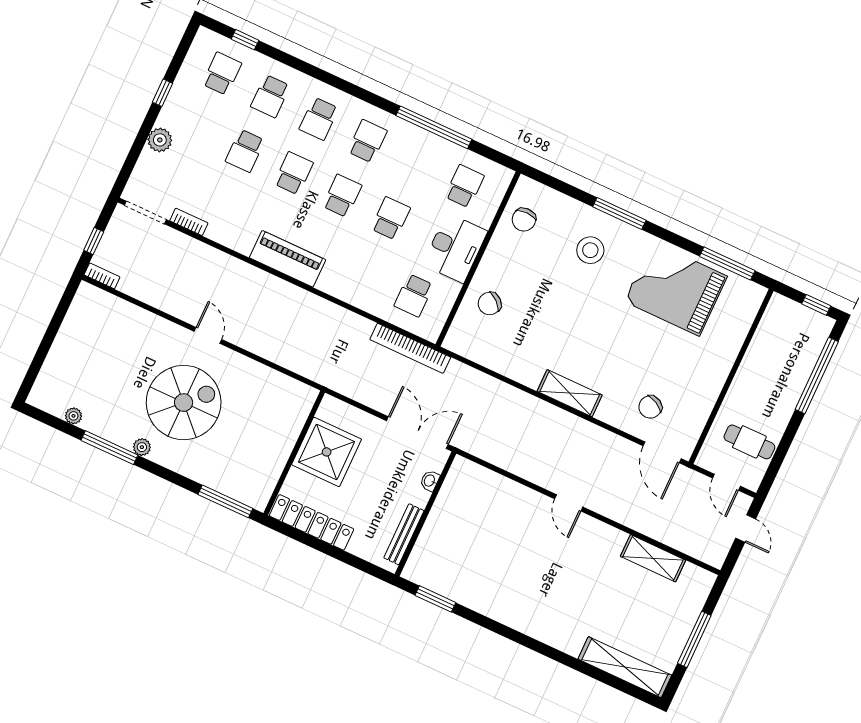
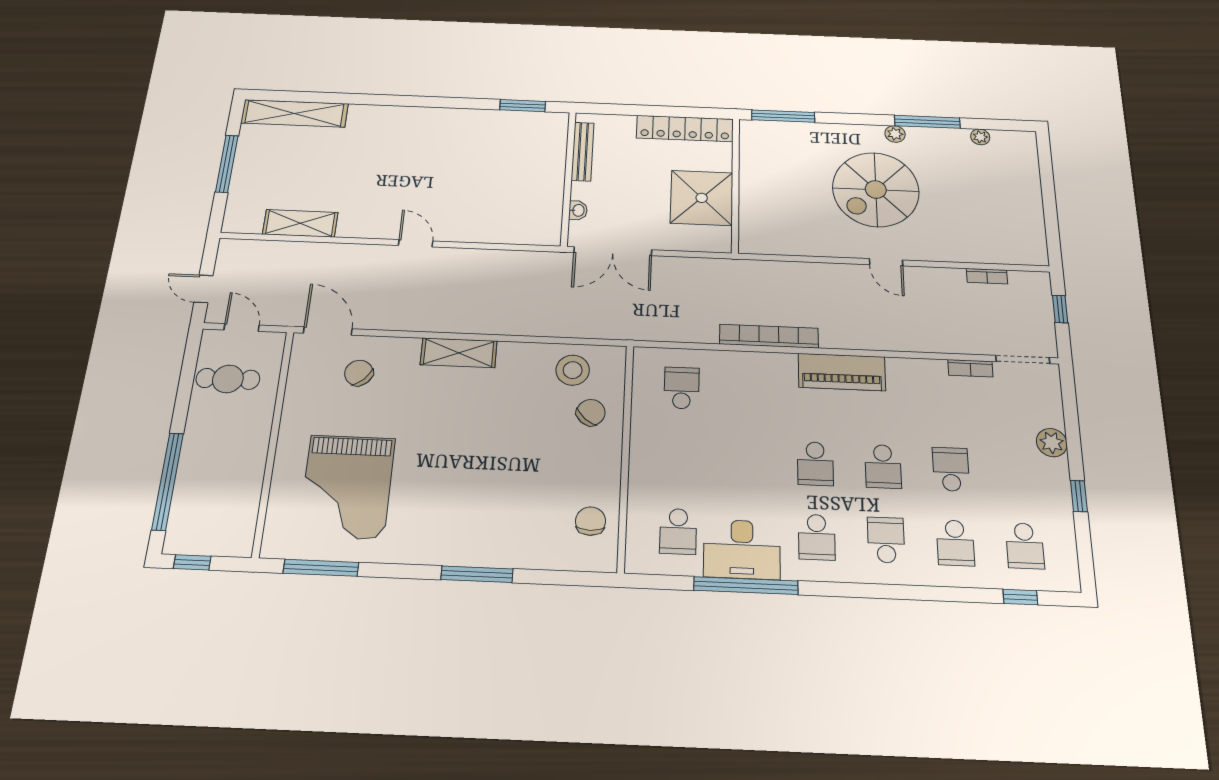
school desk: (270, 96) -> (955, 543), turned 180
school desk: (391, 218) -> (748, 461), removed
desk: (455, 248) -> (742, 549), moved, turned -90
stool: (590, 250) -> (573, 370), moved
bookcase: (102, 276) -> (987, 276), moved
grand piano: (676, 289) -> (347, 487), moved, turned 90
bookcase: (410, 348) -> (769, 336), moved
chair: (650, 407) -> (359, 373), turned -72

